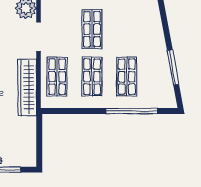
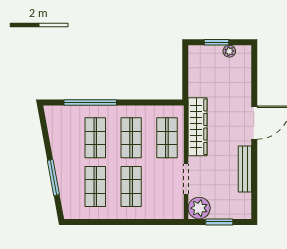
shop shelf: (127, 29) -> (95, 187), added
window: (173, 67) -> (53, 178), moved

